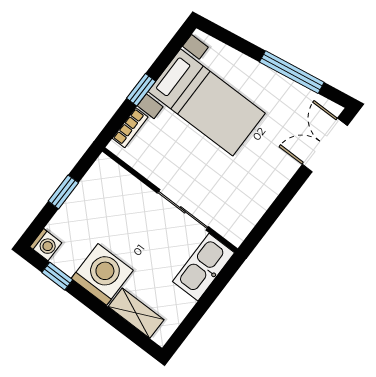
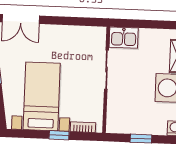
kitchen sink: (203, 267) -> (124, 38), width x0.73

